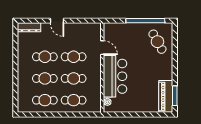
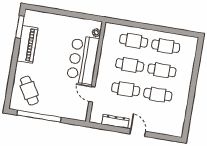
dresser: (29, 27) -> (115, 121), moved
piano: (166, 96) -> (27, 44), moved

